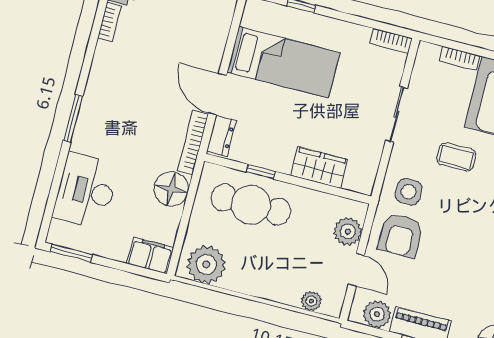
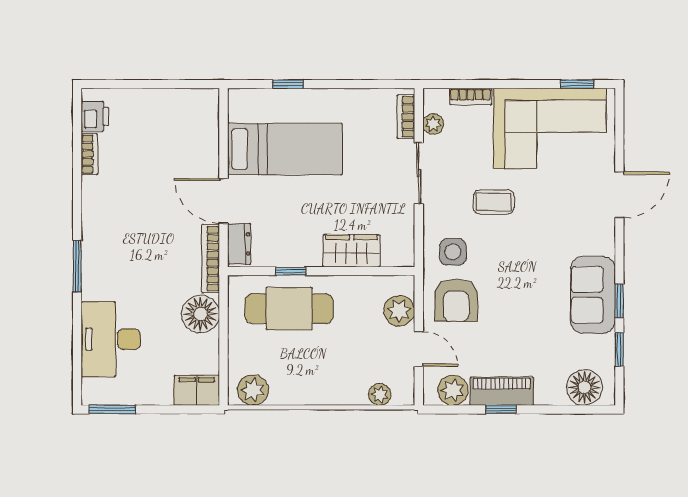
bookcase: (391, 41) -> (406, 117), moved, turned 90
plant: (421, 74) -> (433, 124), added
plant: (206, 264) -> (253, 390), width x0.73, depth x0.73

